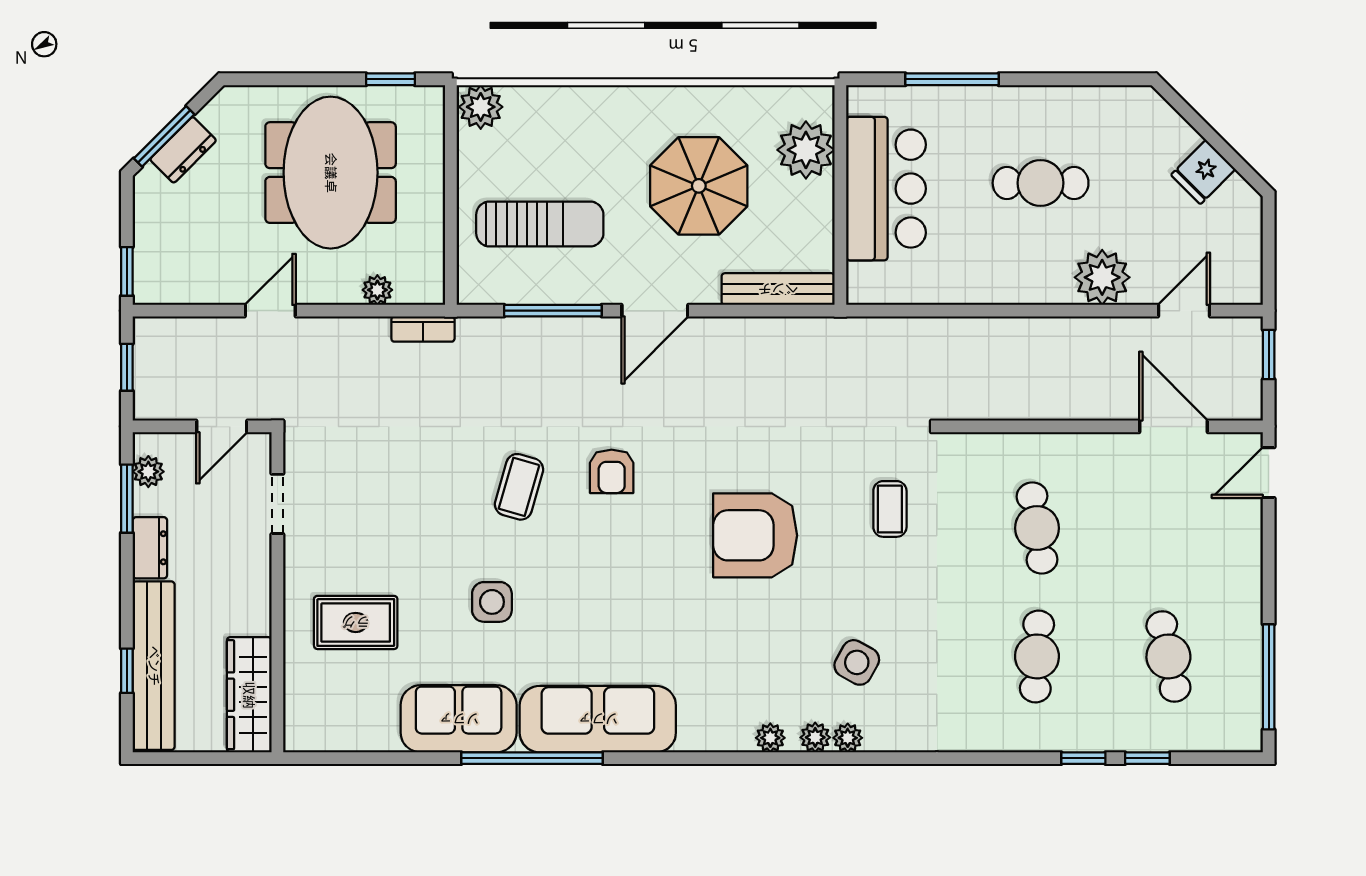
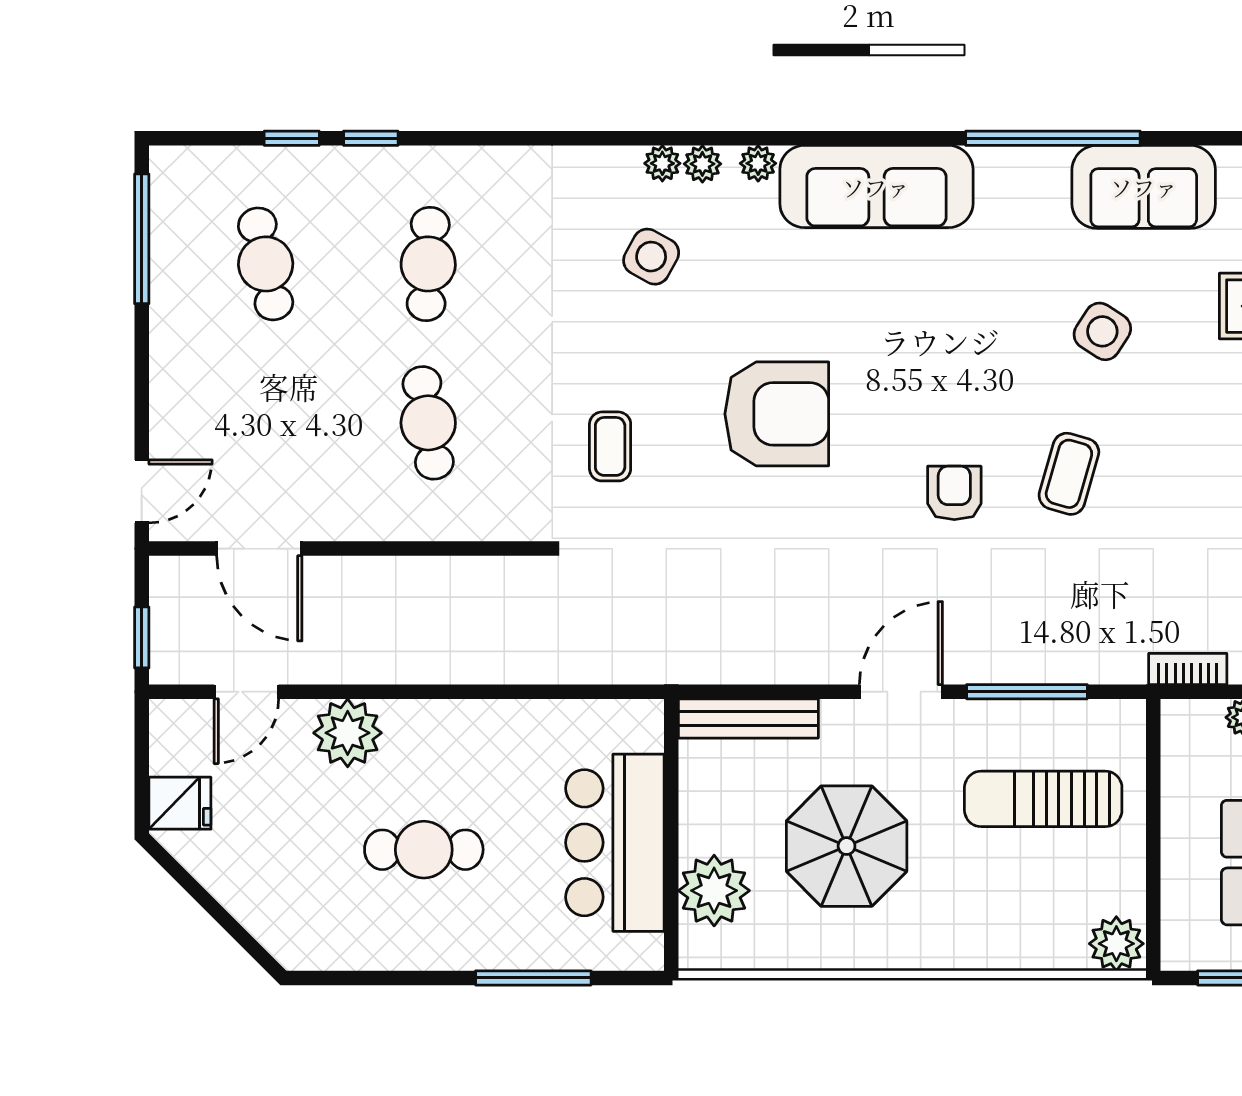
fridge: (1203, 172) -> (180, 803), moved, turned 45
side table: (492, 602) -> (1102, 331), turned 33
sofa: (598, 719) -> (876, 187), moved

